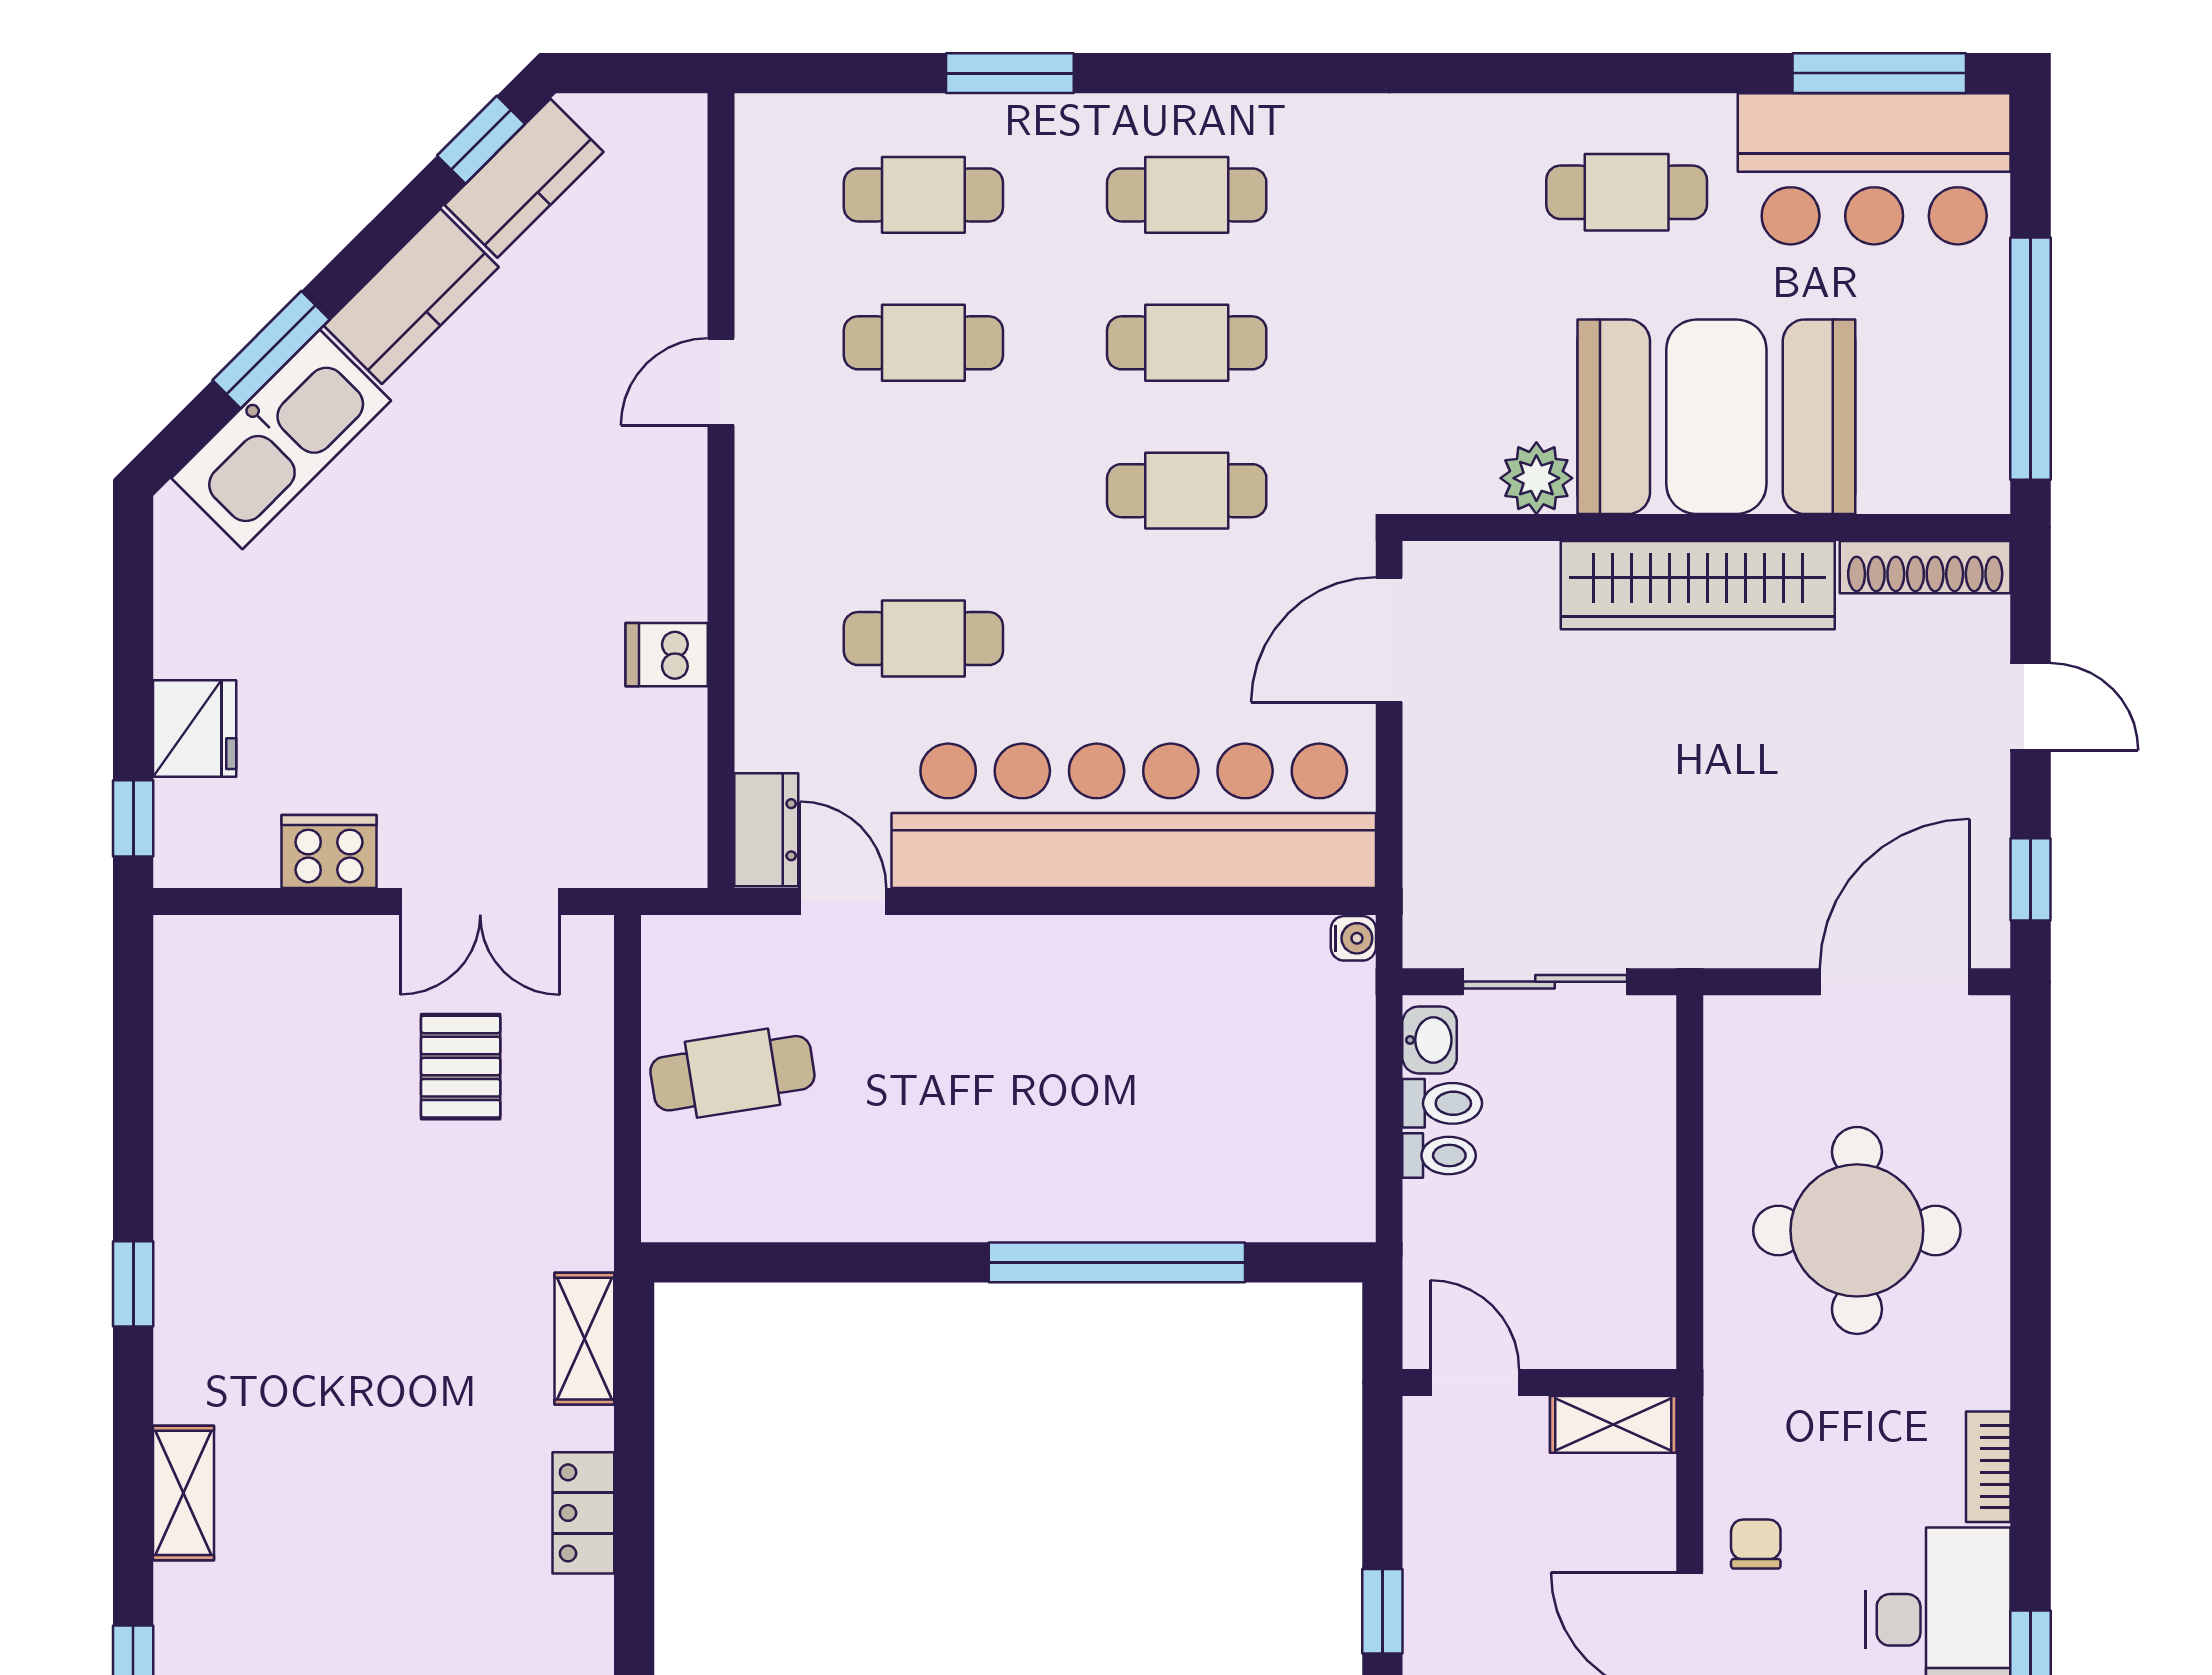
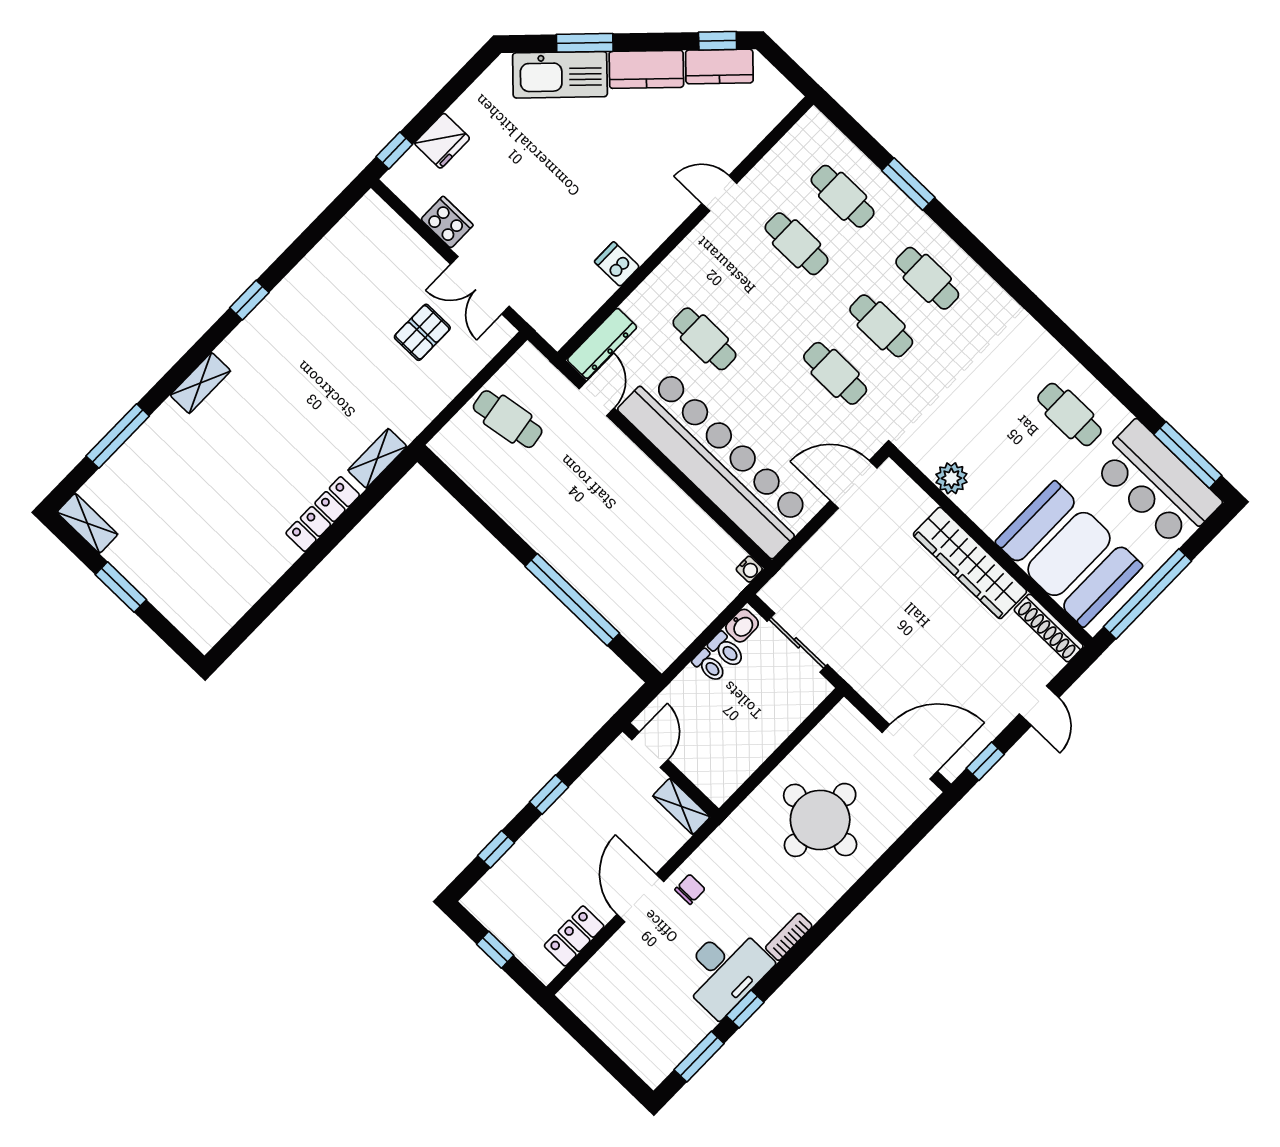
booth: (1716, 417) -> (1069, 554), moved
dresser: (766, 830) -> (602, 343), width x1.44
locker: (583, 1513) -> (323, 514), width x1.53

